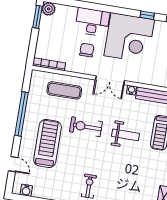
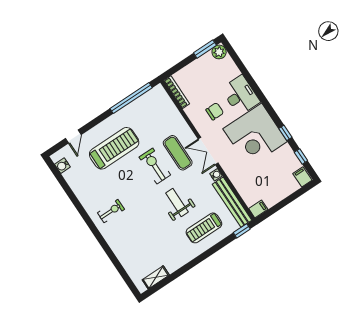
exercise mat: (64, 90) -> (178, 153), moved
window: (21, 114) -> (131, 98), moved
weight bench: (125, 135) -> (177, 202), turned 180

